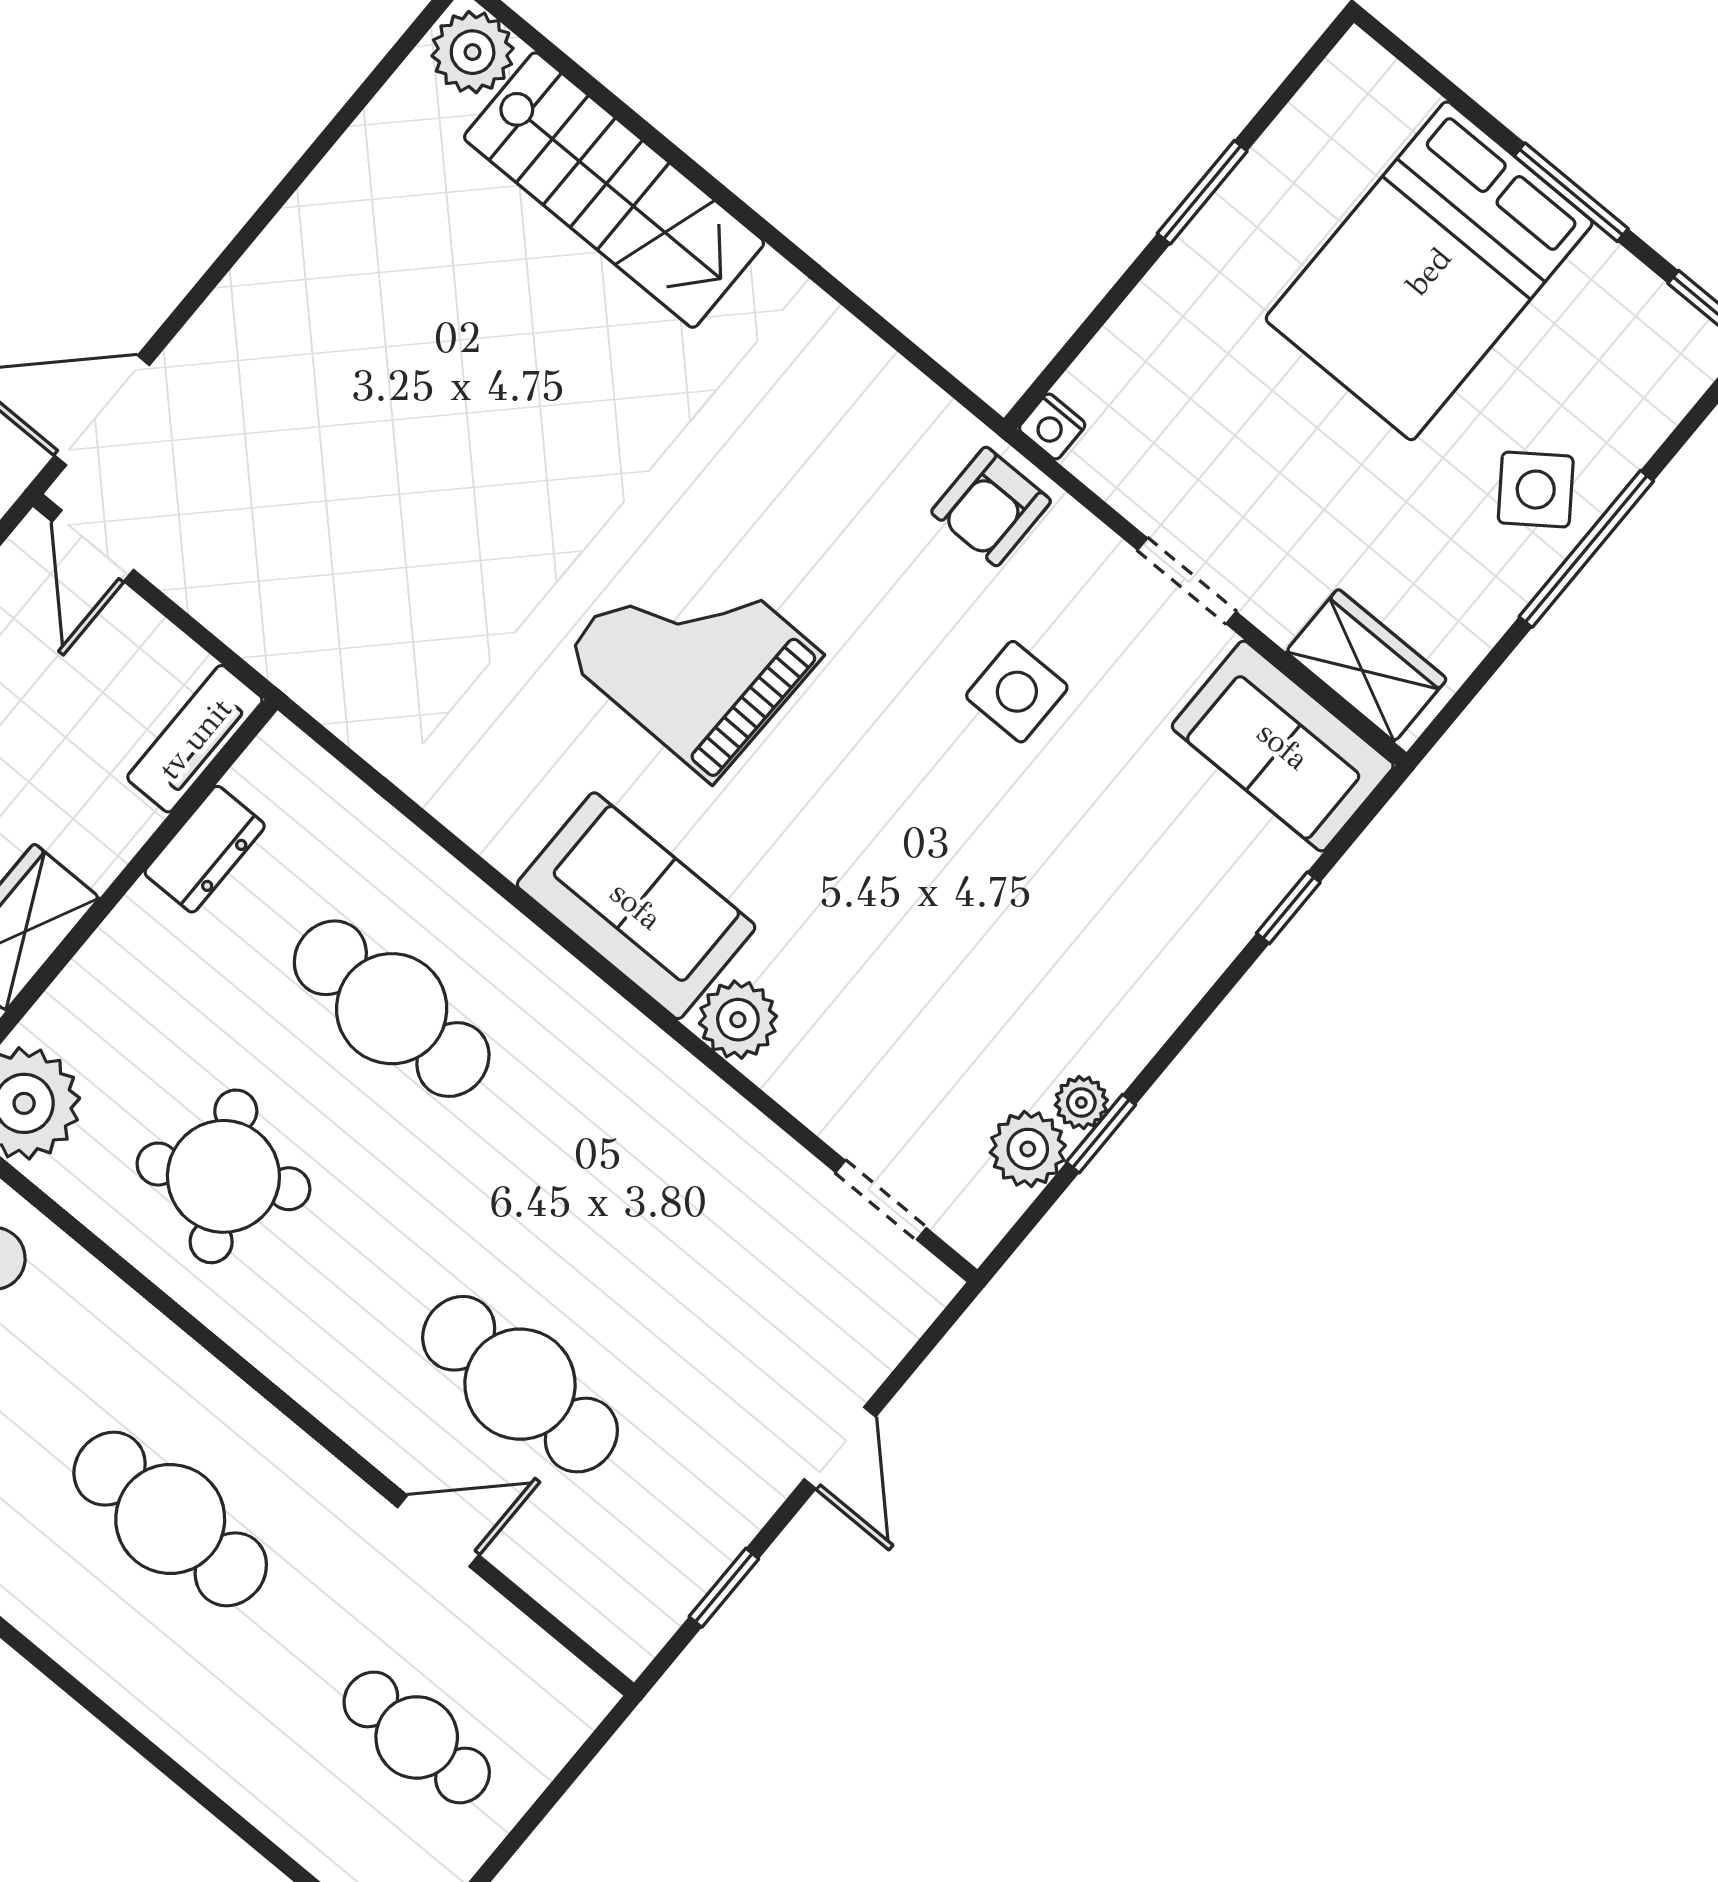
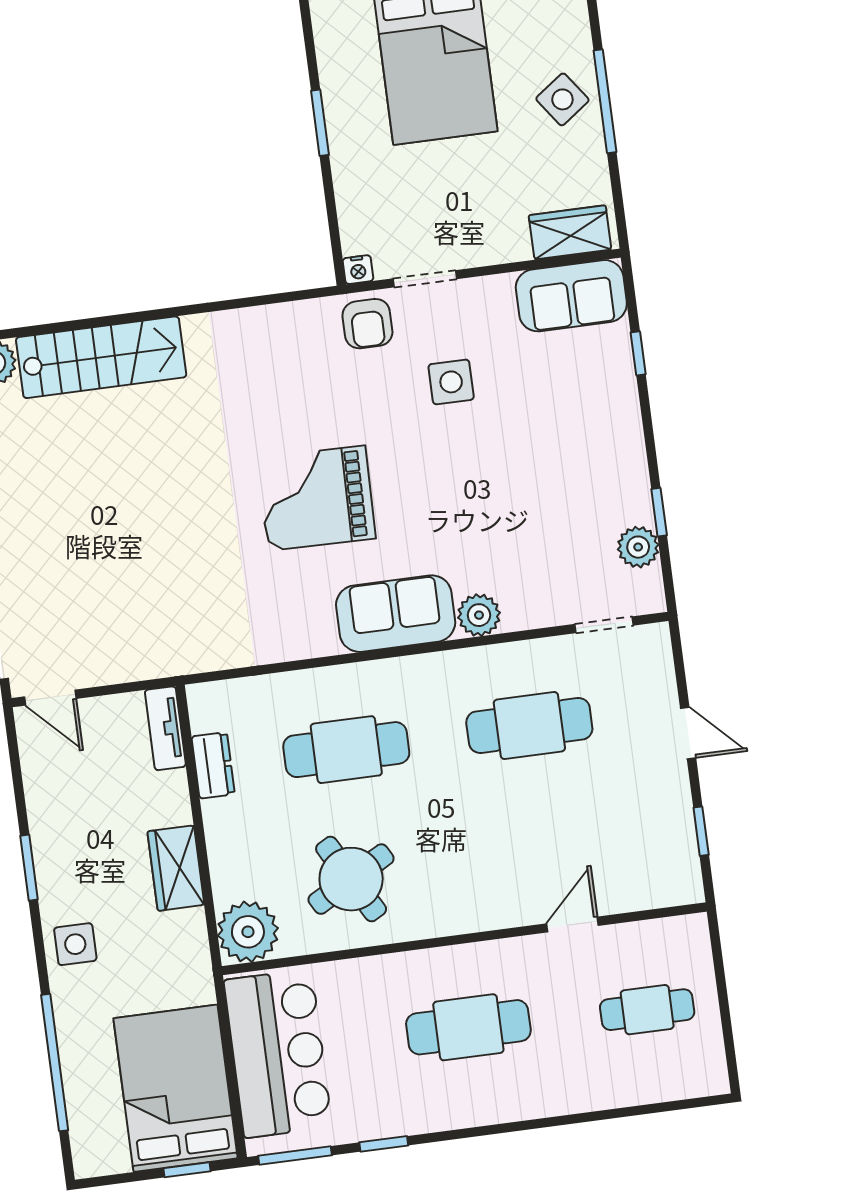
doorway: (1187, 581) -> (425, 279), moved
plant: (1081, 1103) -> (639, 508), removed
cafe table: (520, 1384) -> (529, 725), moved

